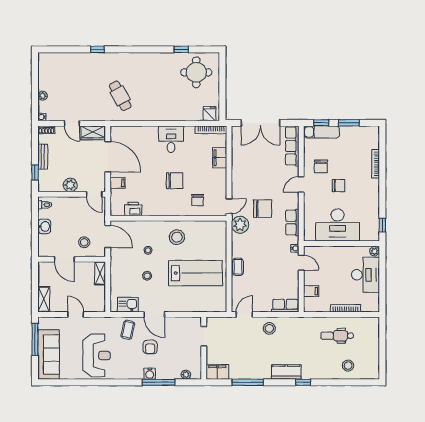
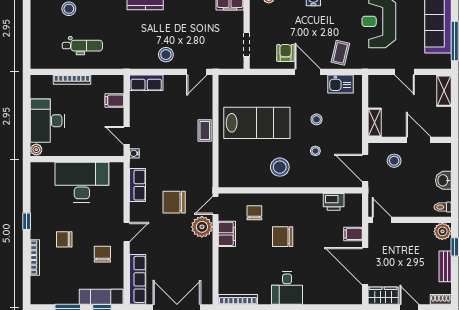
filing cabinet: (220, 158) -> (227, 234), moved
plant: (70, 185) -> (442, 231), moved
chair: (339, 186) -> (64, 239), moved
plant: (240, 225) -> (202, 227), moved
window: (382, 225) -> (27, 221), moved
lab bench: (196, 273) -> (257, 123), turned 180
armchair: (150, 347) -> (286, 53), moved

